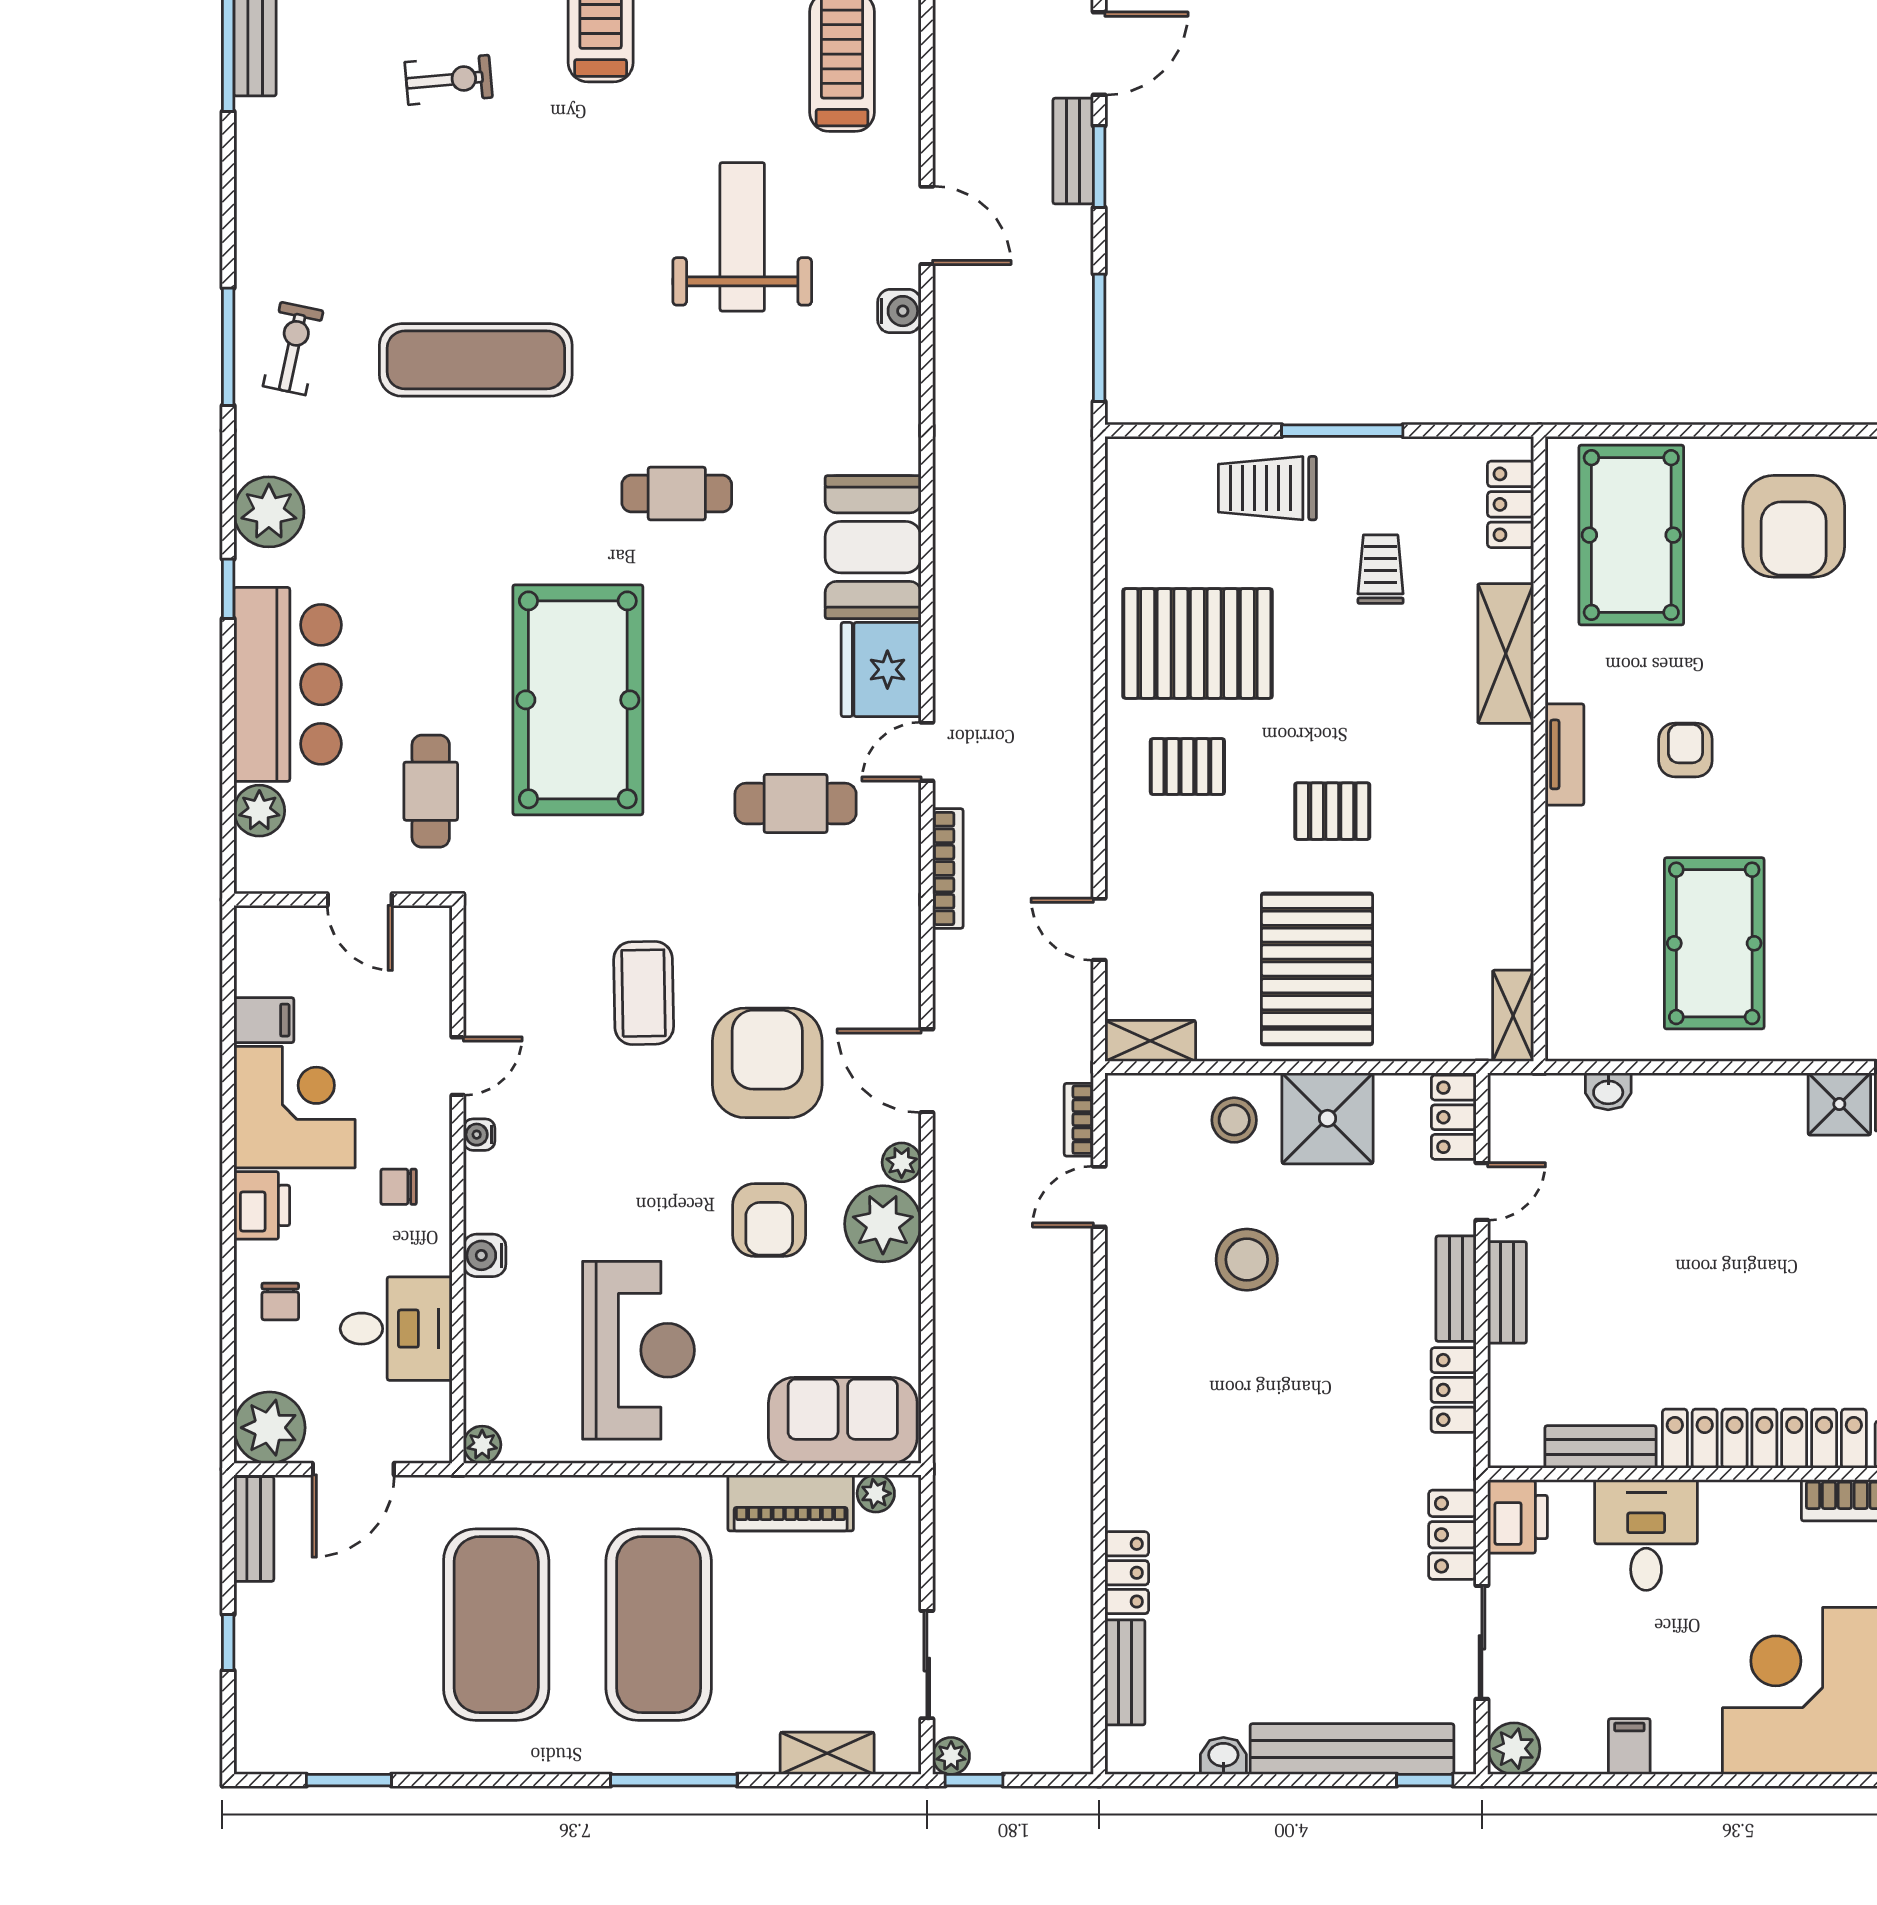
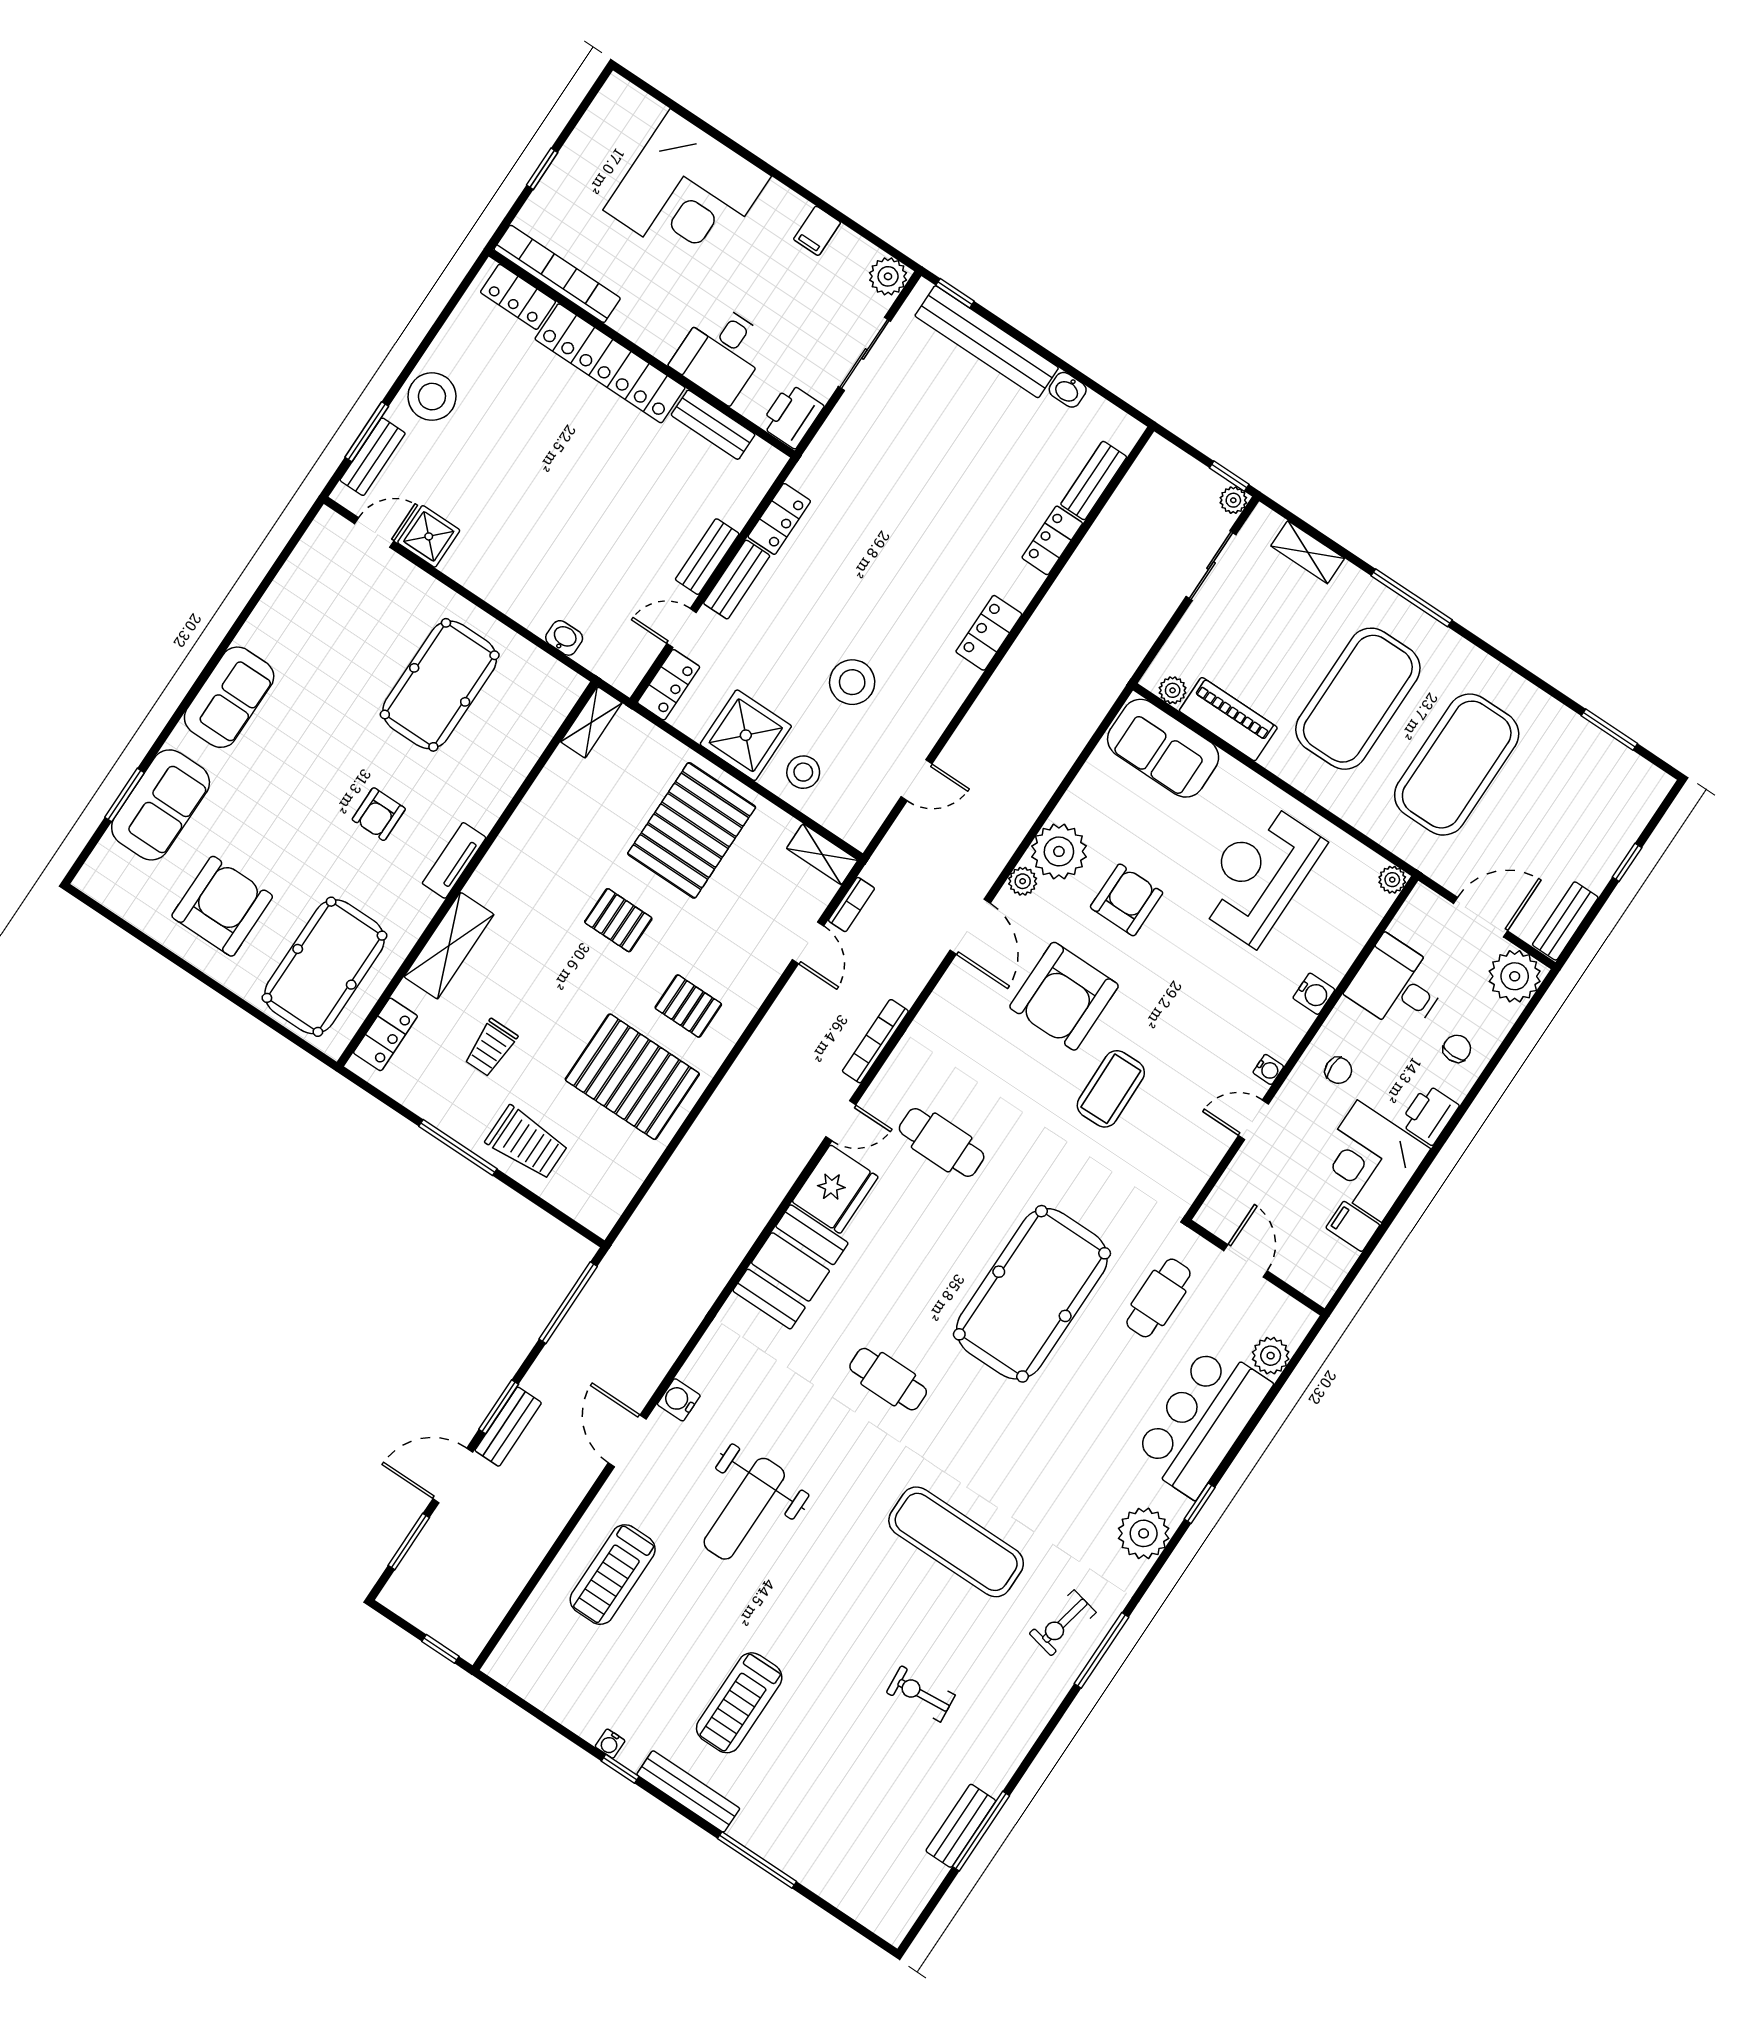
exercise bike: (449, 80) -> (921, 1694), moved
bookcase: (1079, 1120) -> (851, 905), moved
locker: (1452, 1535) -> (989, 633), moved, turned 180

